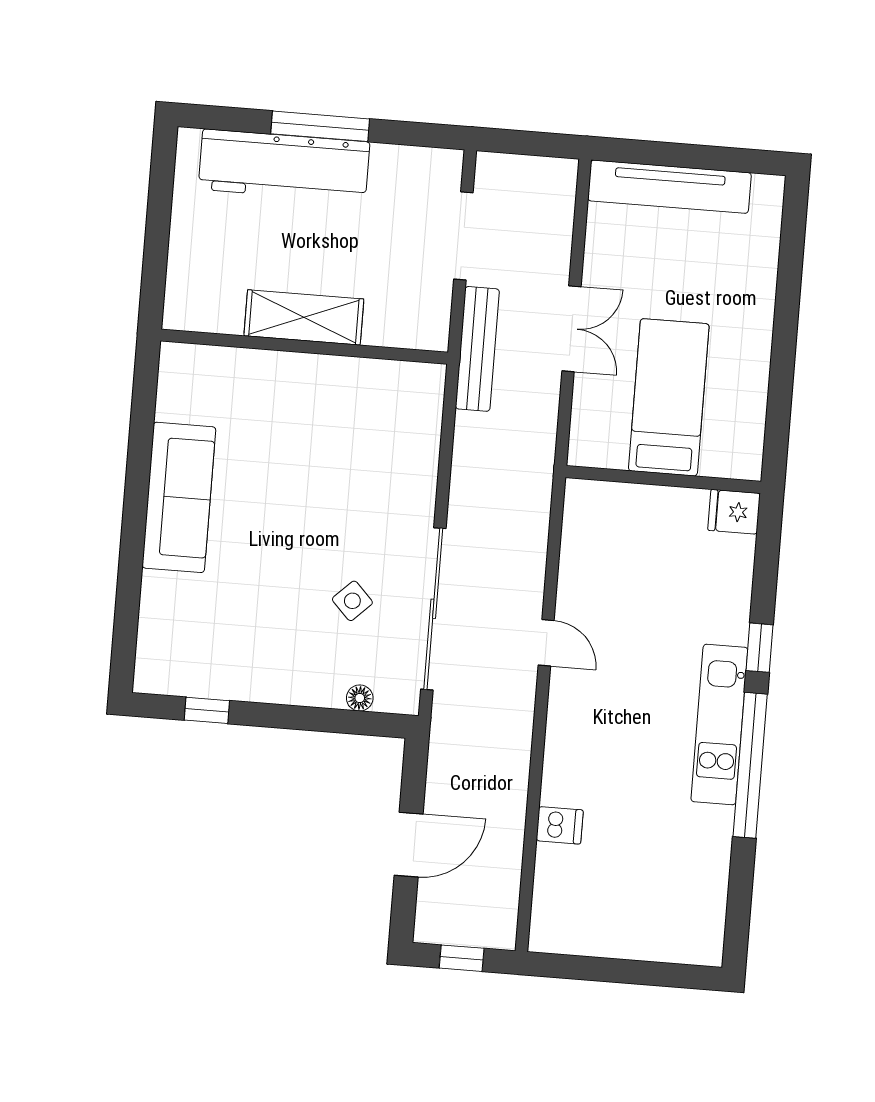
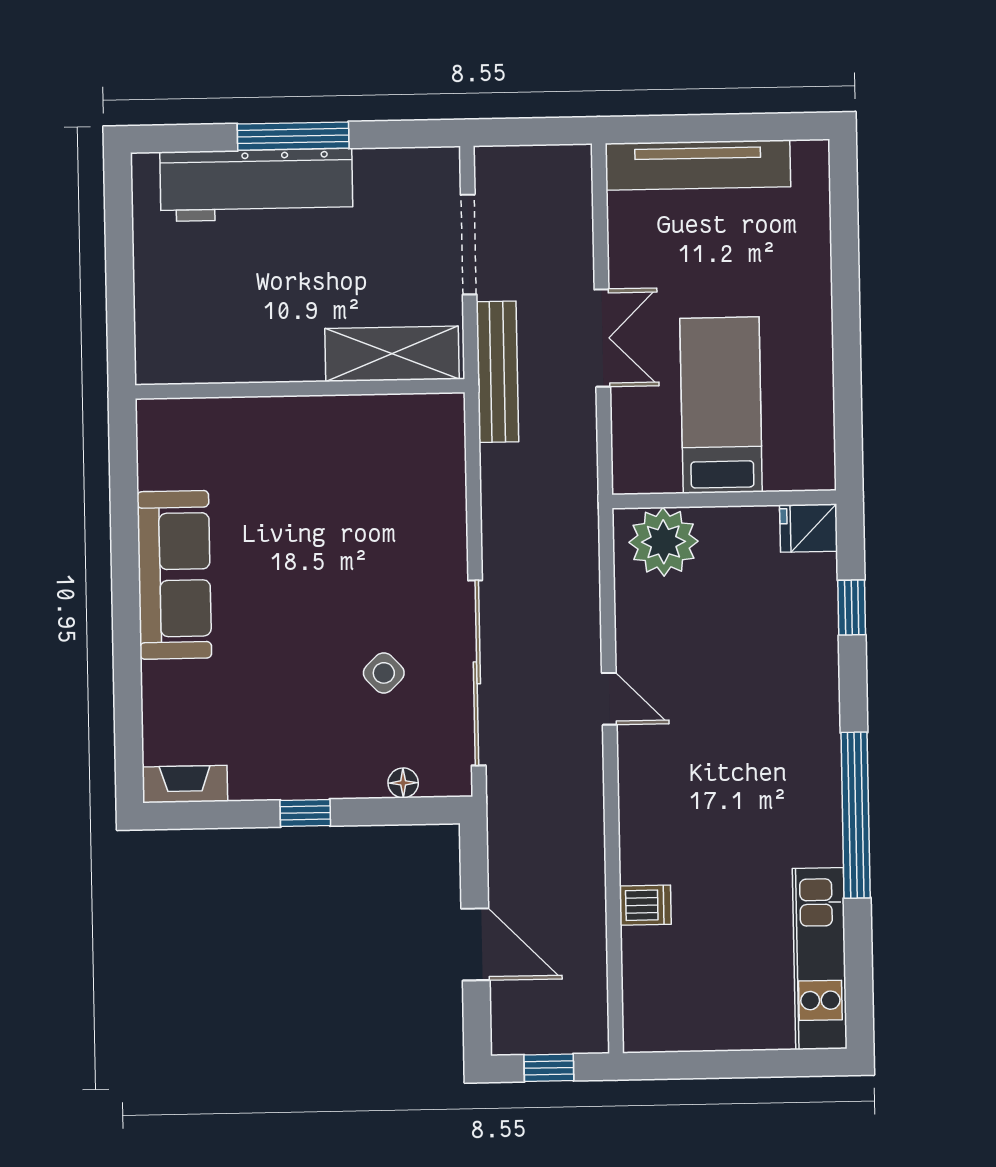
shelving: (304, 317) -> (392, 354), moved
plant: (607, 511) -> (663, 542), added
window: (760, 648) -> (852, 608), moved
fireplace: (170, 680) -> (185, 784), added
window: (207, 710) -> (305, 813), moved
kitchen unit: (719, 725) -> (820, 959), moved
door: (409, 845) -> (476, 944), hinge flipped

